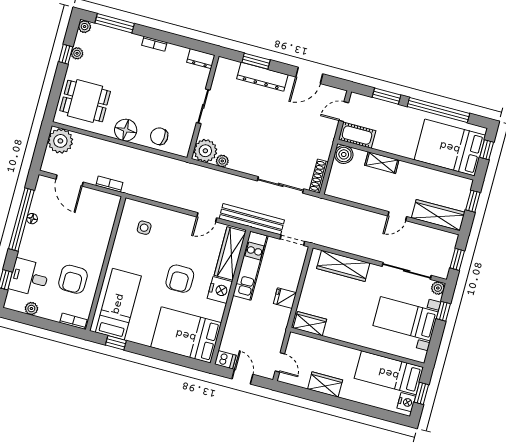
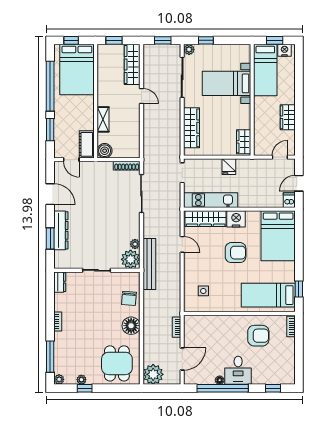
bench: (252, 219) -> (149, 264), moved
desk: (29, 277) -> (238, 370), moved
plant: (31, 309) -> (290, 362), removed
bed with nightstands: (406, 319) -> (227, 83), moved, turned 90

